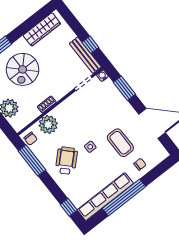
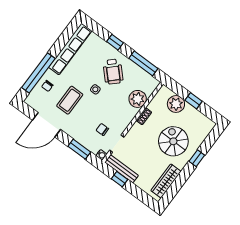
chair: (31, 139) -> (102, 130), moved
coffee table: (120, 143) -> (70, 100), turned 90
window: (124, 197) -> (38, 73), moved
window: (69, 207) -> (115, 42), moved

